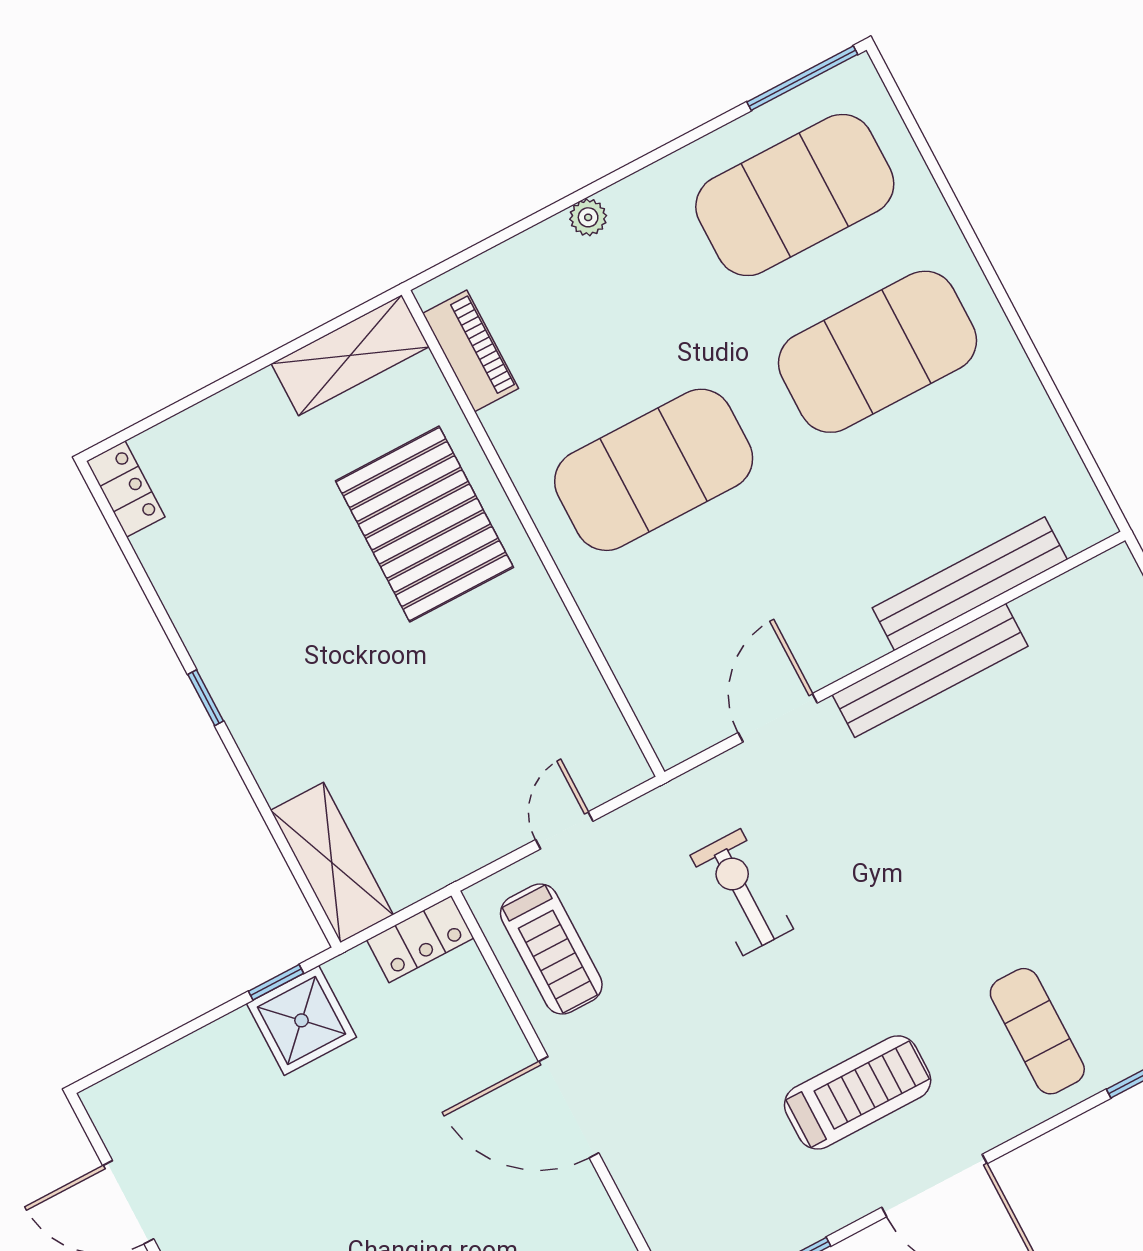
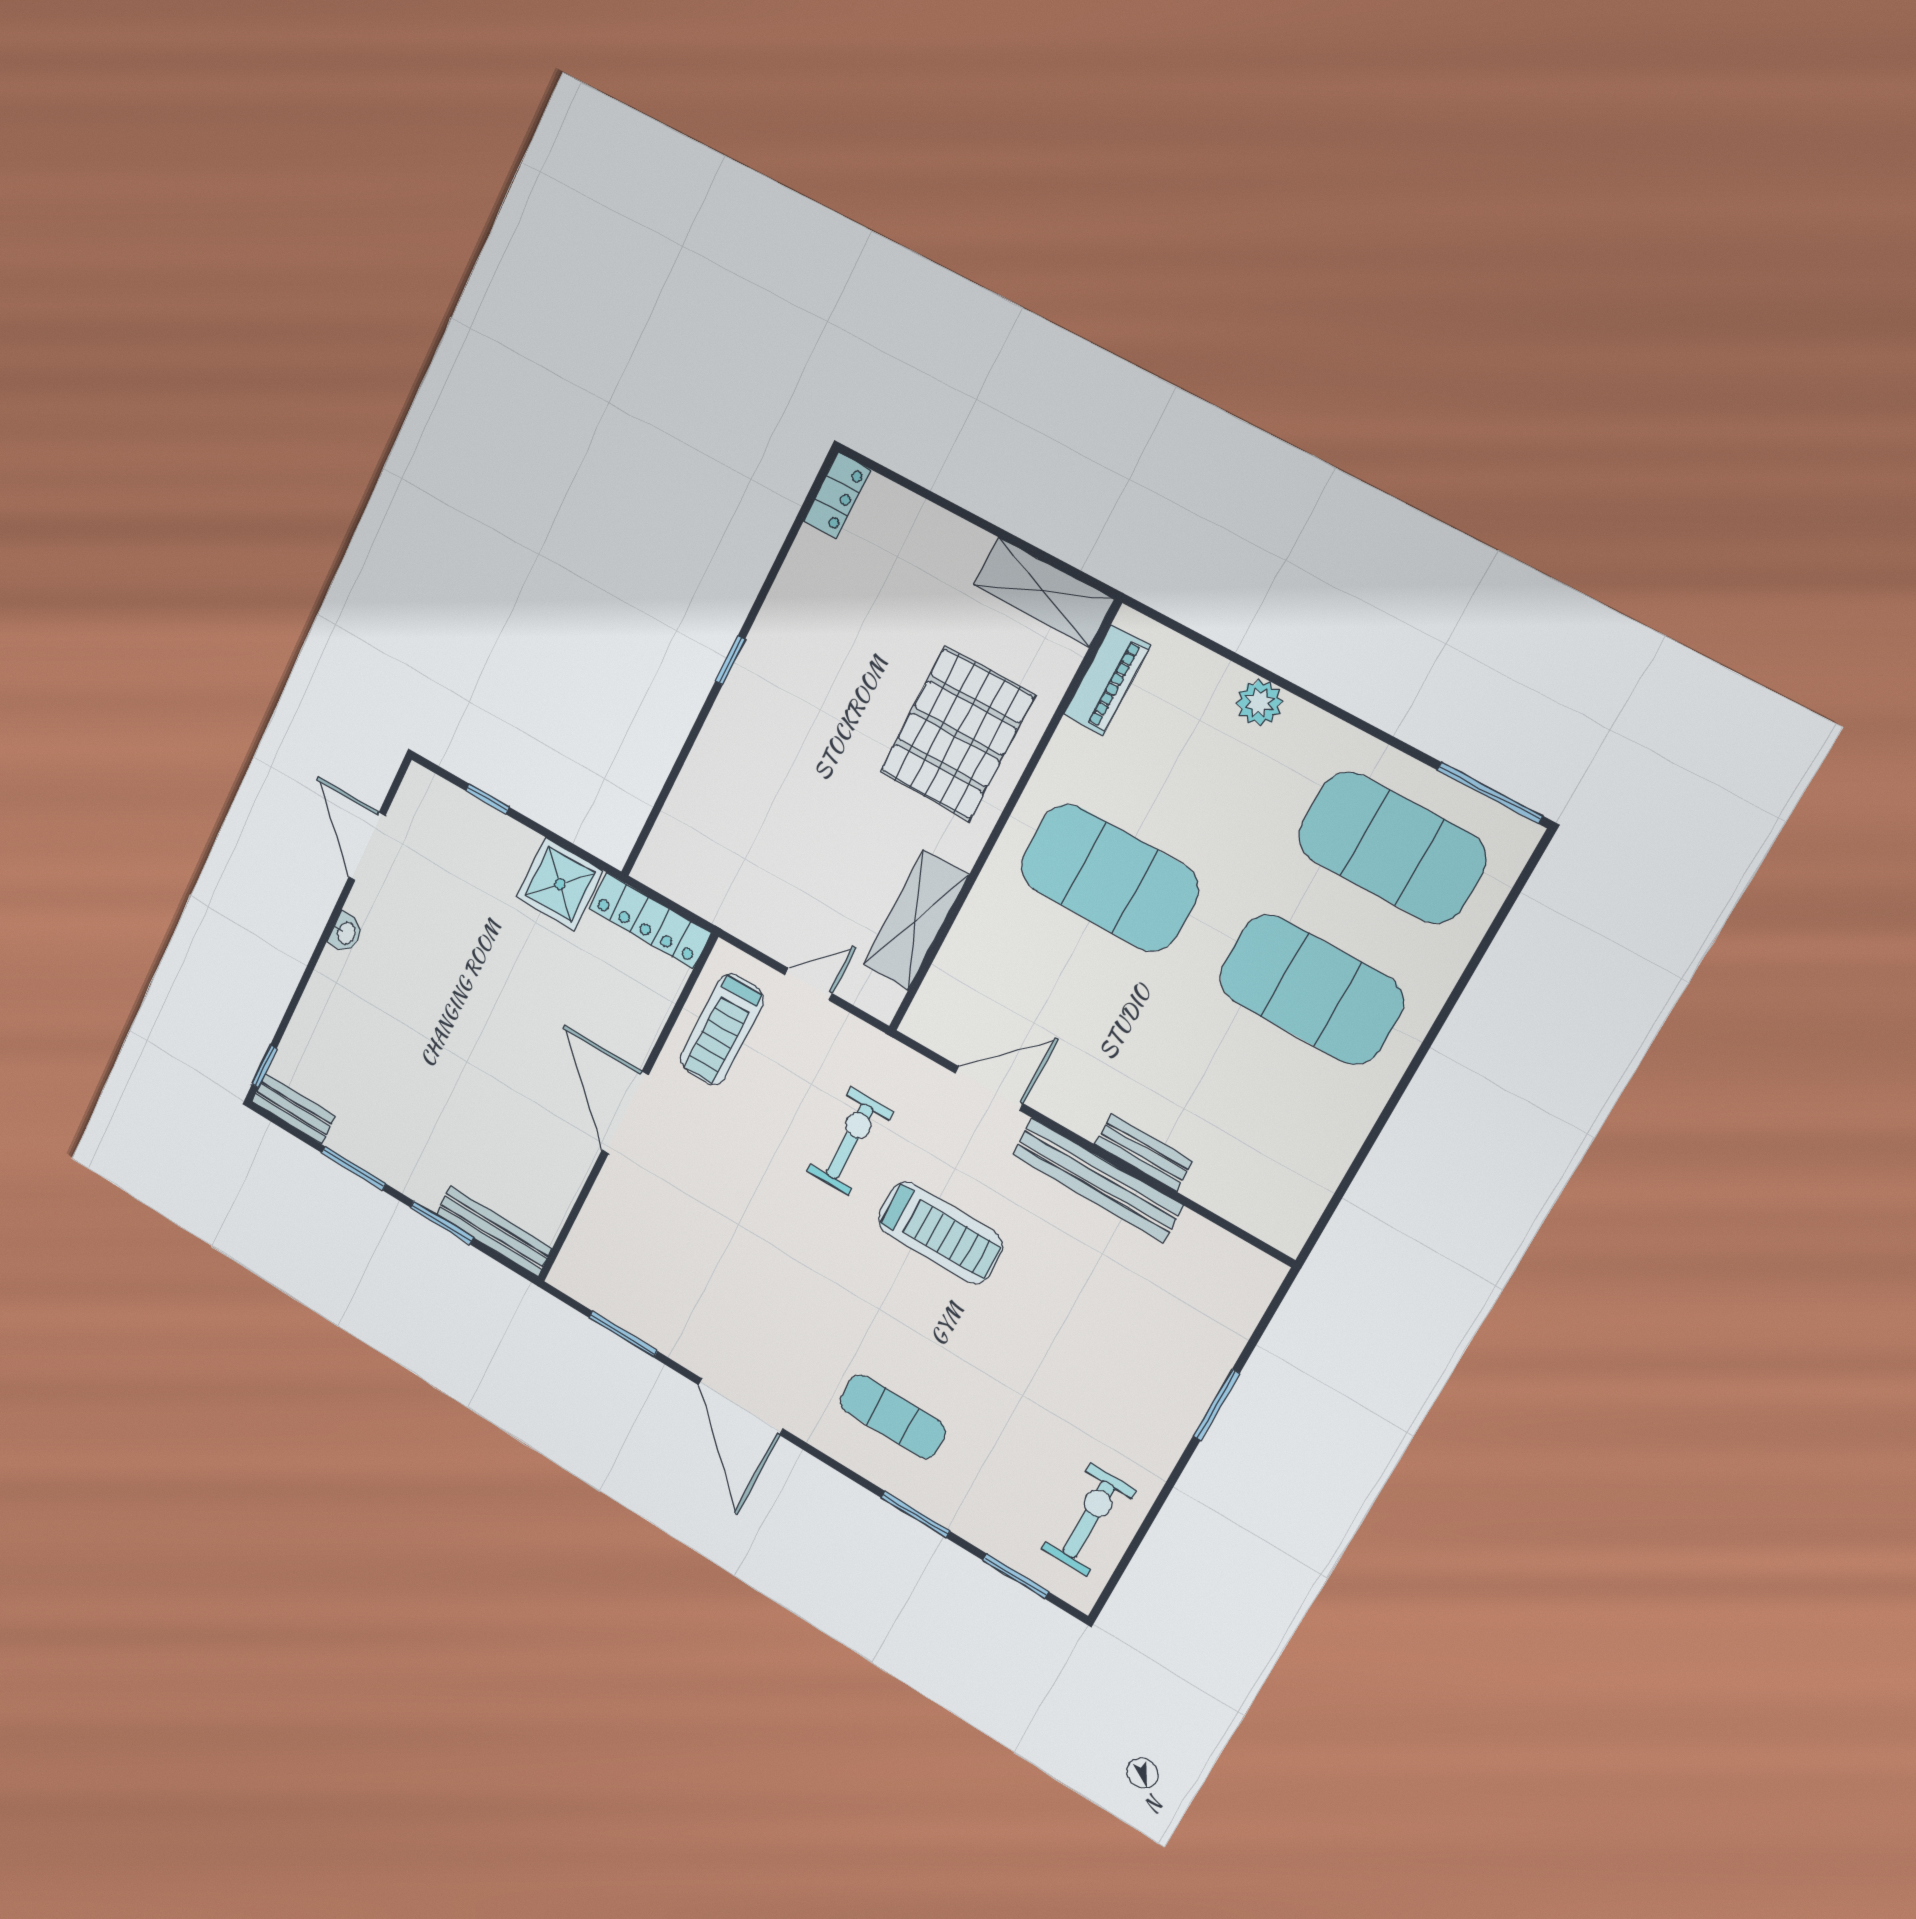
plant: (588, 217) -> (1259, 703), width x1.38, depth x1.38
bench: (970, 584) -> (1144, 1153), width x0.54, depth x0.82
shelving: (332, 863) -> (916, 920), moved
locker: (420, 939) -> (650, 920), width x1.53
window: (276, 982) -> (487, 799), moved
exercise mat: (1037, 1031) -> (893, 1417), turned 90
treadmill: (858, 1092) -> (940, 1233), moved

